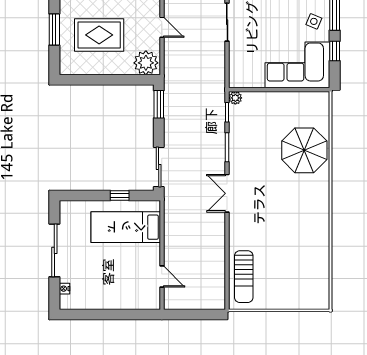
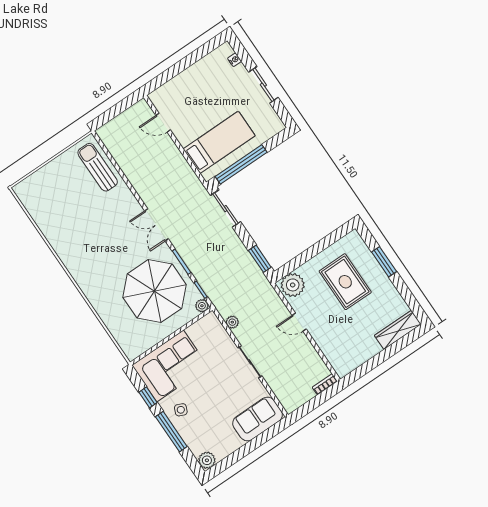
rug: (99, 35) -> (345, 282), turned 90
plant: (219, 66) -> (232, 322), added
parasol: (304, 150) -> (155, 291), moved, width x1.36, depth x1.36
double door: (227, 193) -> (156, 225), swing flipped
window: (120, 196) -> (241, 164), width x3.17
sliding door: (54, 250) -> (263, 85), width x0.73

